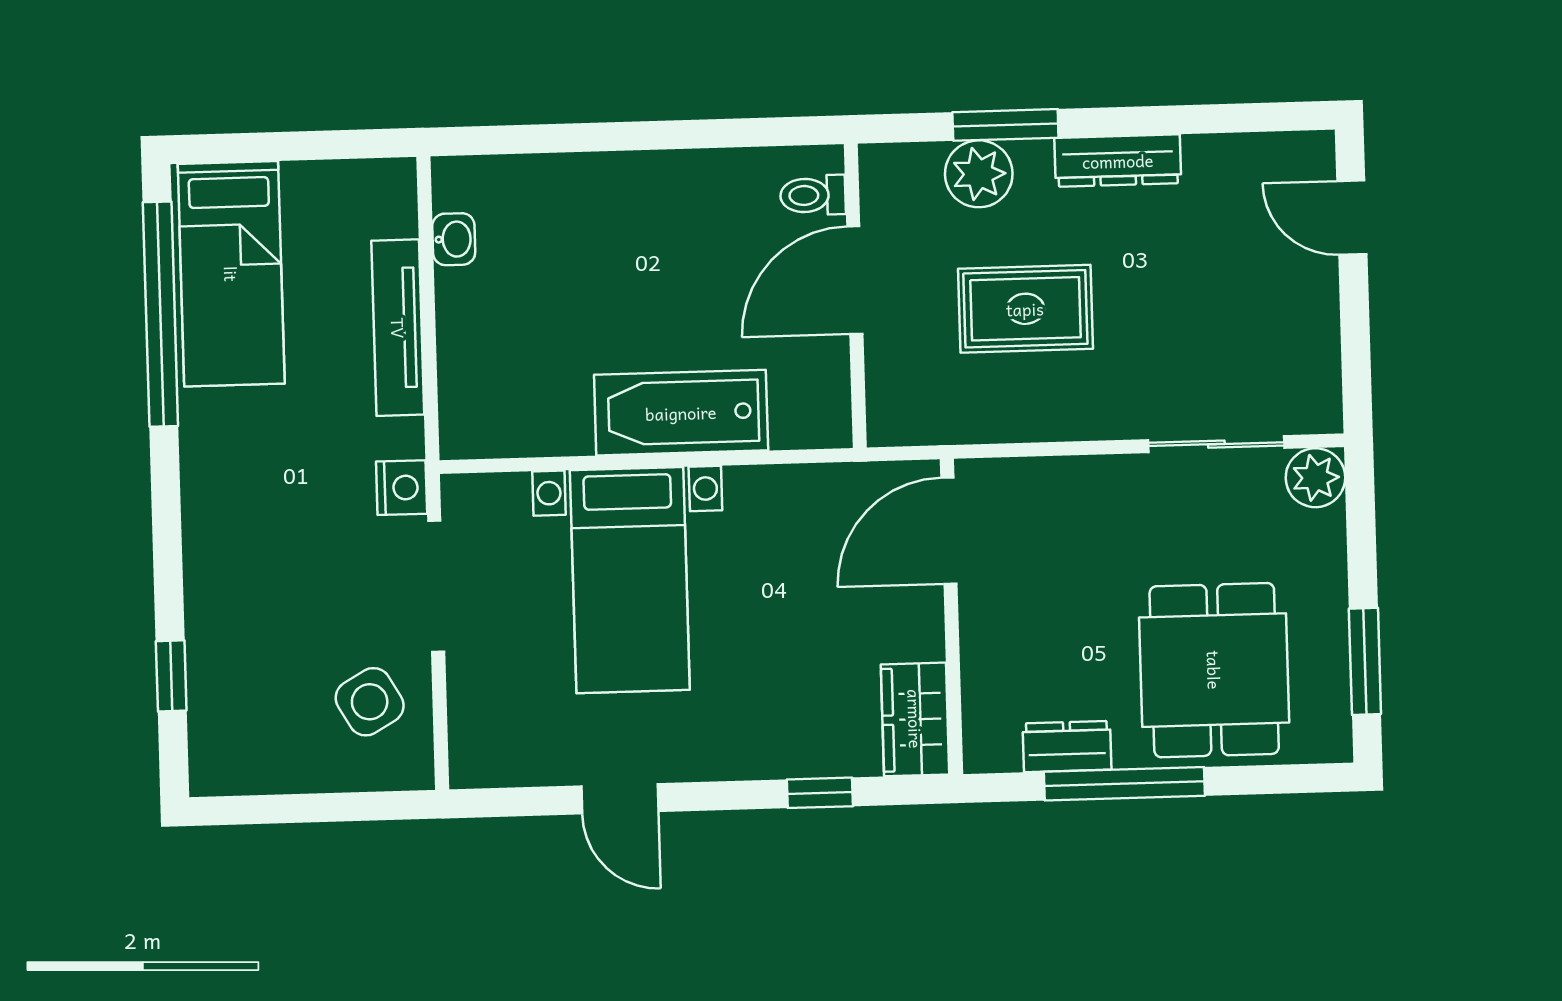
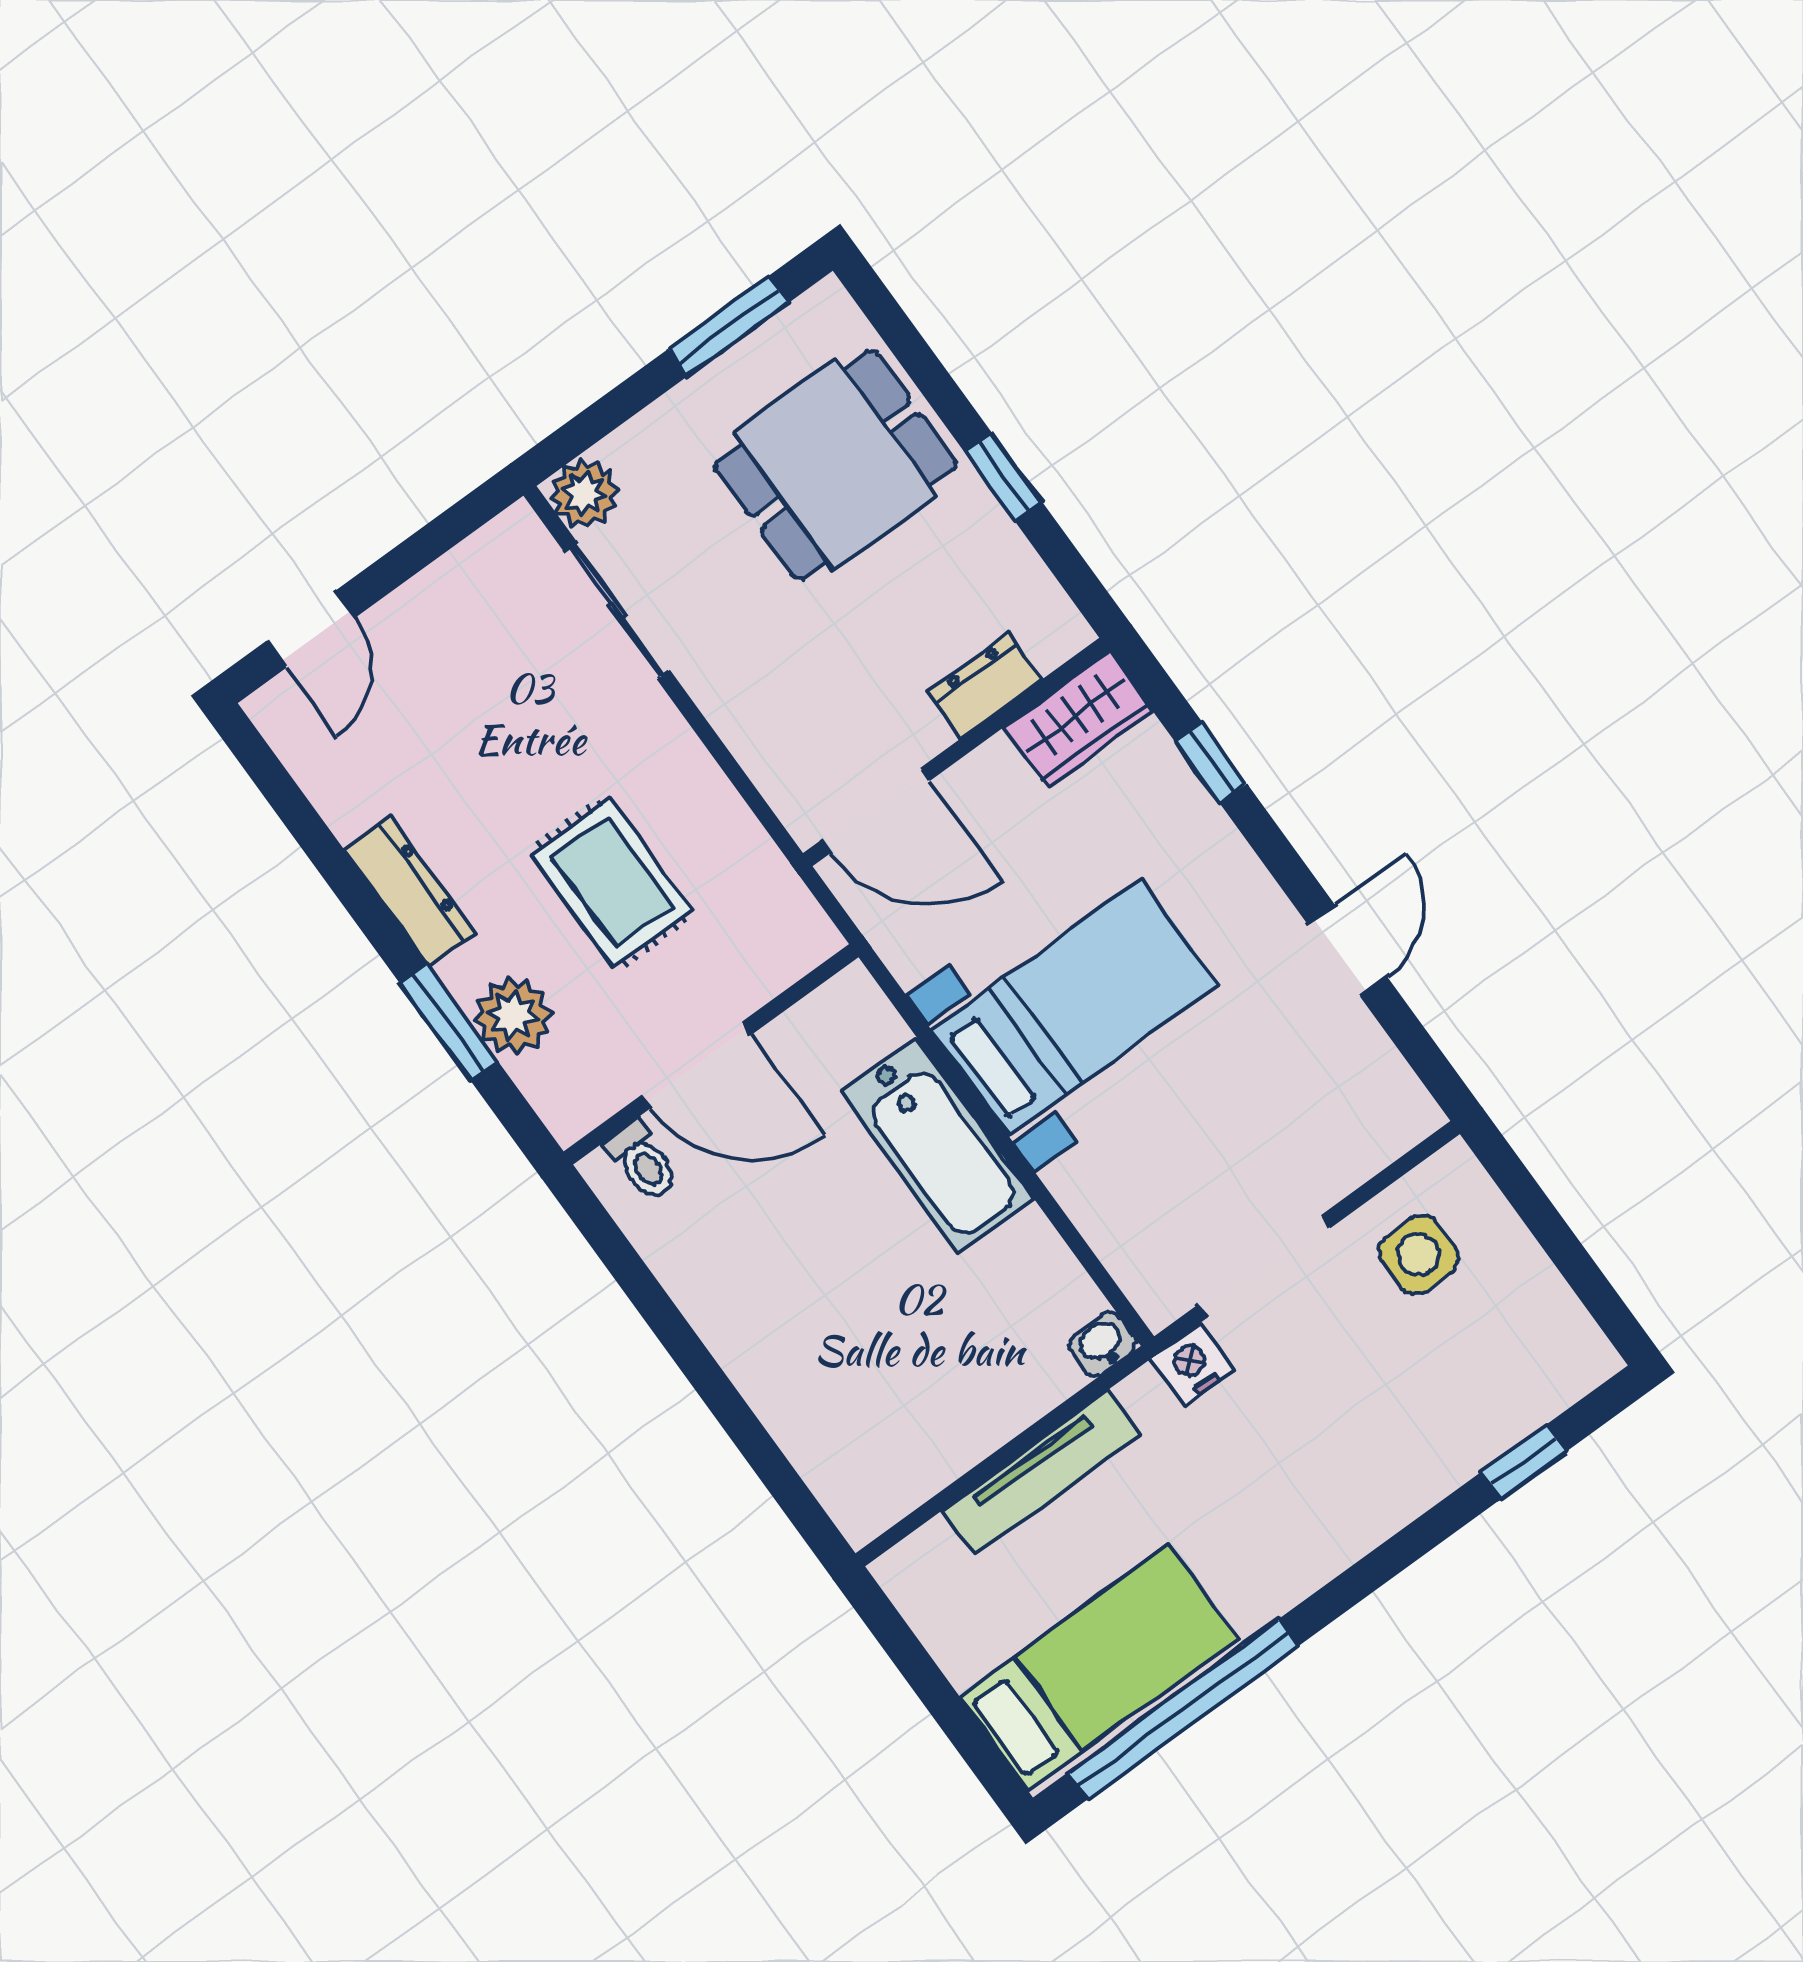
washbasin: (454, 239) -> (1102, 1344), moved
bed with nightstands: (630, 580) -> (1075, 1007), moved
side table: (370, 702) -> (1418, 1255), turned 30
dresser: (1067, 746) -> (985, 685), moved, turned 90
window: (1124, 784) -> (1003, 477), width x0.46

